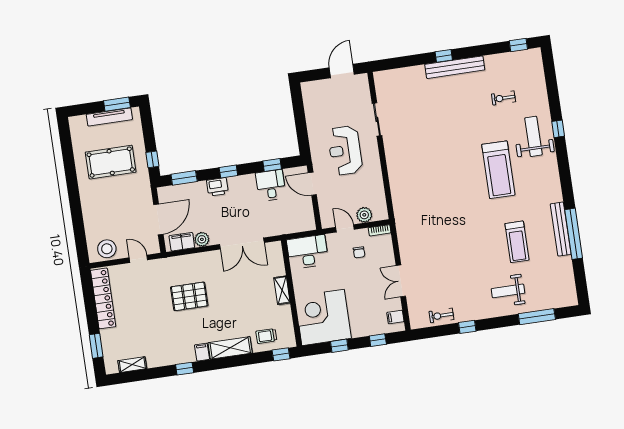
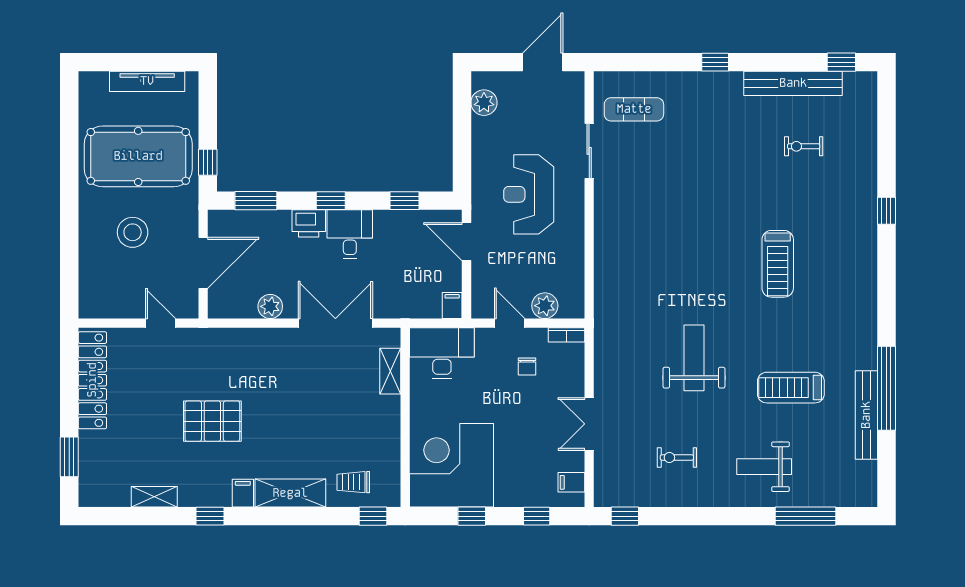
bench: (455, 67) -> (793, 83), moved
exercise mat: (400, 91) -> (634, 109), added
plant: (311, 100) -> (484, 103), added
window: (117, 104) -> (163, 62), removed
weight bench: (533, 136) -> (694, 358), moved
pool table: (111, 162) -> (138, 156), width x1.36, depth x1.32
treadmill: (498, 170) -> (778, 264), width x0.73, depth x0.73
desk: (271, 185) -> (350, 234), moved
bench: (561, 229) -> (866, 415), moved
filing cabinet: (182, 242) -> (452, 306), moved, width x0.50
treadmill: (517, 242) -> (791, 388), turned 90
double door: (242, 244) -> (335, 323), swing flipped
stool: (107, 249) -> (133, 232), moved
shelving: (282, 290) -> (390, 371), moved
pallet: (189, 296) -> (212, 421), moved
exercise bike: (441, 315) -> (677, 458), moved
window: (467, 327) -> (625, 516), moved
shelving: (132, 365) -> (154, 497), moved

